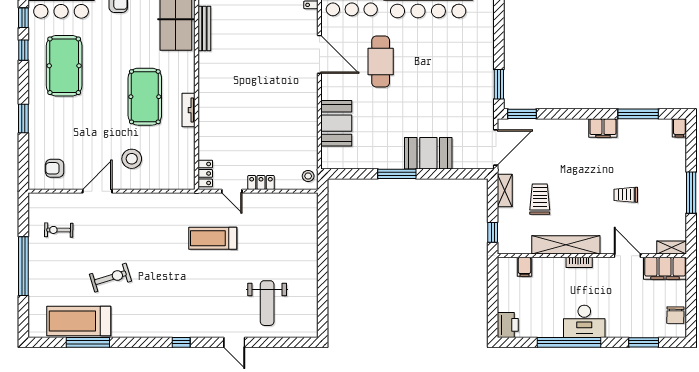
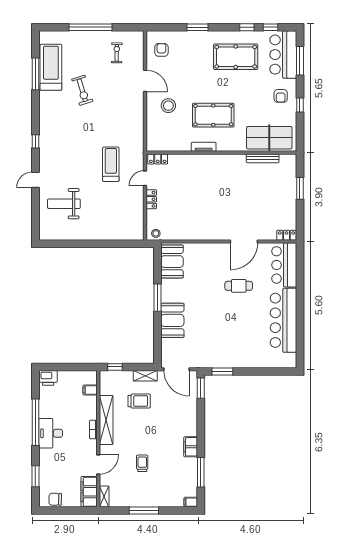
cafe table: (381, 62) -> (239, 286), width x0.73, depth x0.74
booth: (336, 123) -> (172, 262), moved, turned 90

